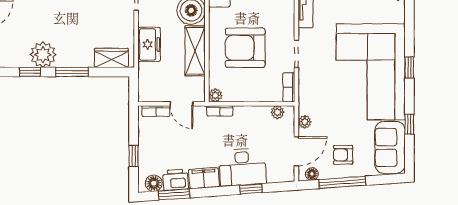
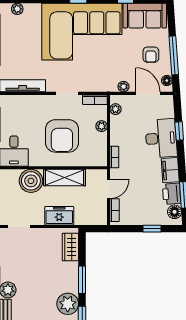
plant: (215, 95) -> (102, 126), moved

